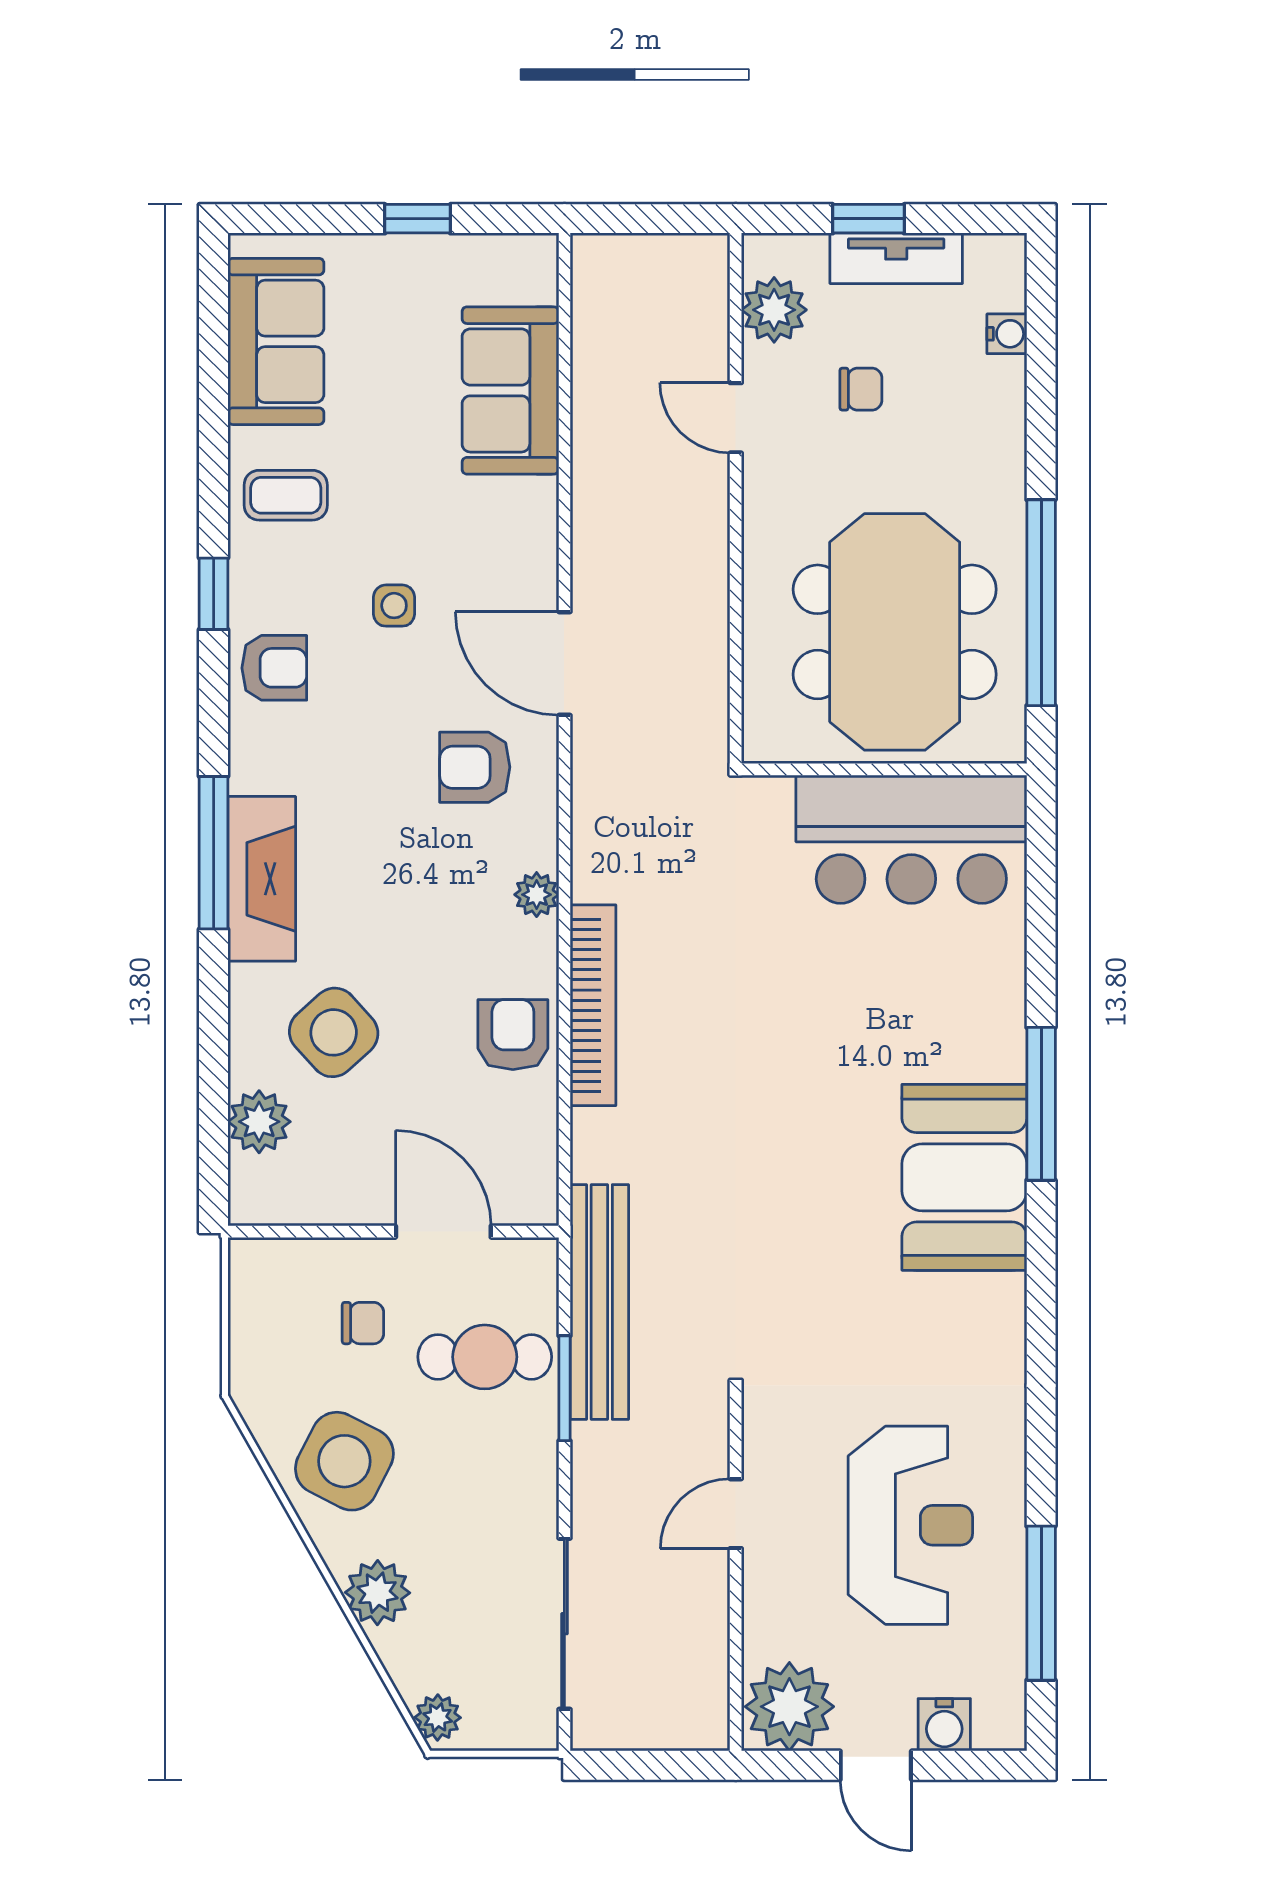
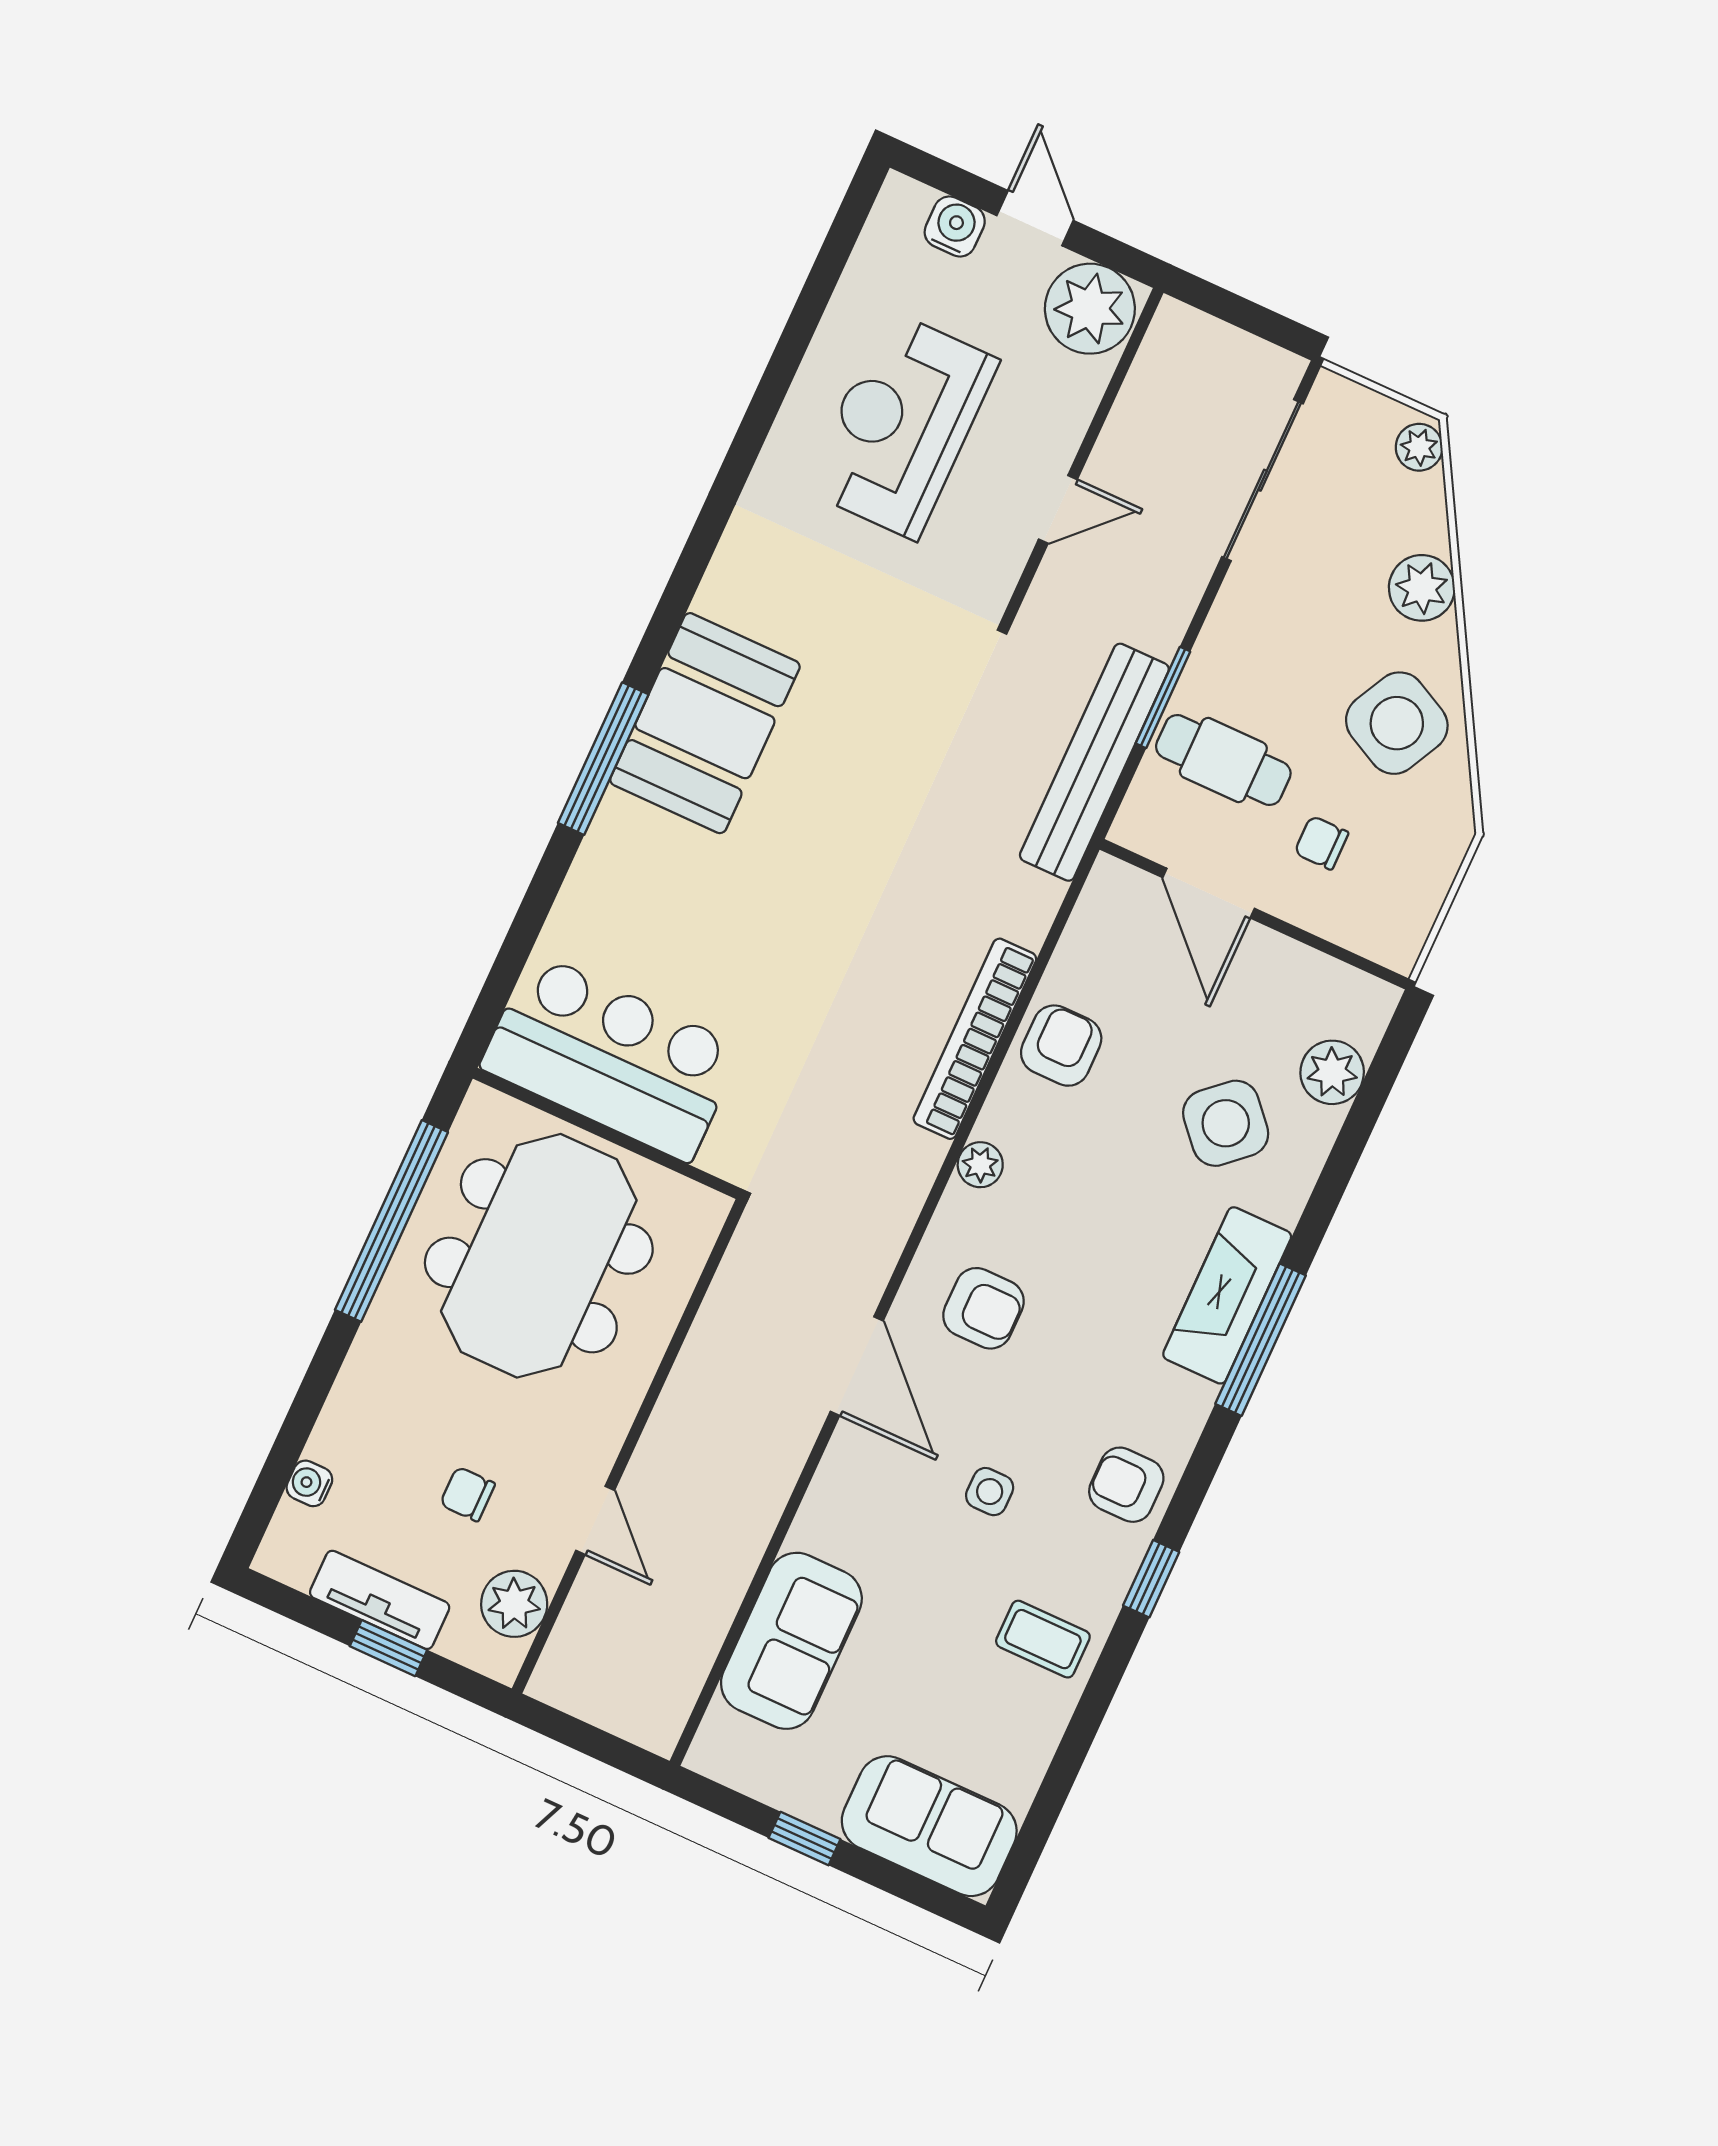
sofa: (276, 341) -> (929, 1826), moved, turned 90
armchair: (513, 1035) -> (1061, 1046), turned 180
window: (1041, 1603) -> (814, 298), removed

